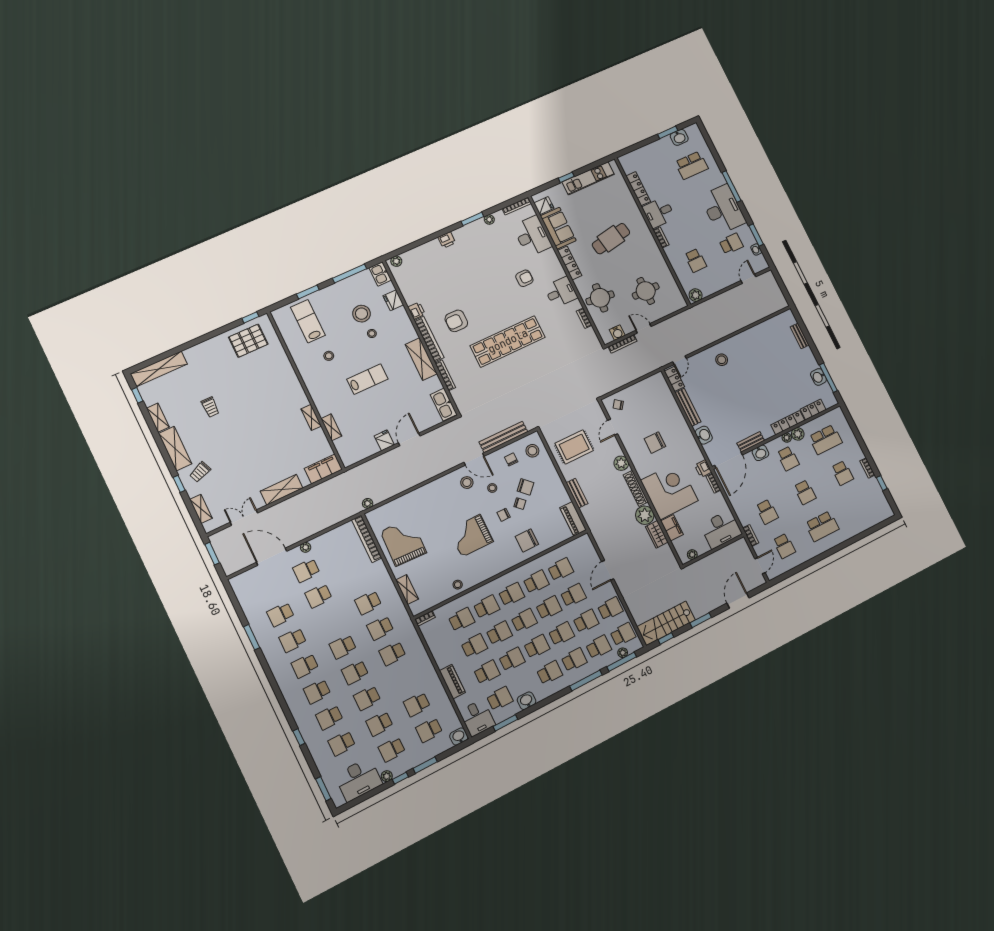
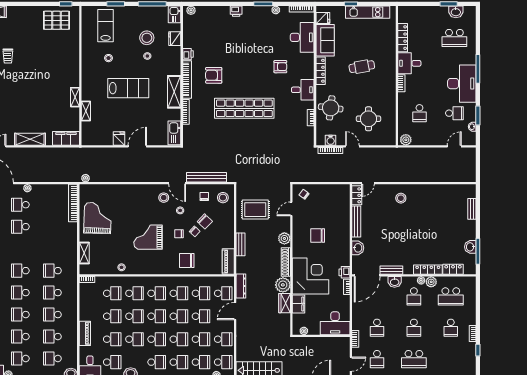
cafe table: (611, 239) -> (362, 67), width x0.73, depth x0.74
lab bench: (367, 379) -> (128, 88), width x1.36, depth x1.39
dresser: (600, 539) -> (241, 286), added
school desk: (585, 557) -> (223, 293), added
school desk: (368, 603) -> (52, 315), moved

